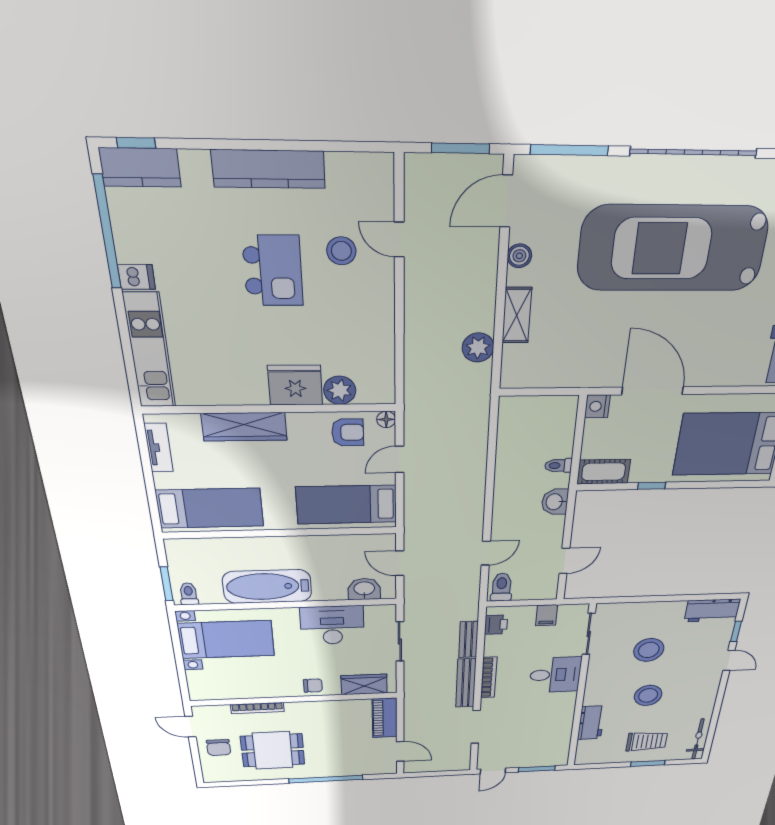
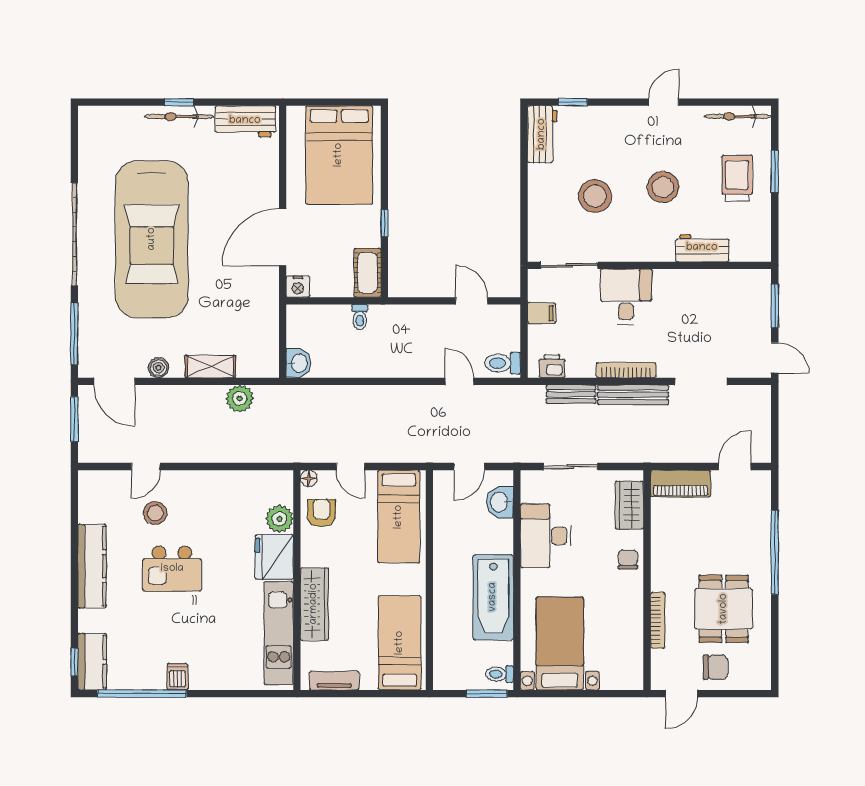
kitchen island: (273, 271) -> (172, 569), turned 180
kitchen unit: (150, 351) -> (279, 633), moved, turned -90
washbasin: (555, 502) -> (299, 363), moved, turned -90
door: (729, 660) -> (664, 102), moved

